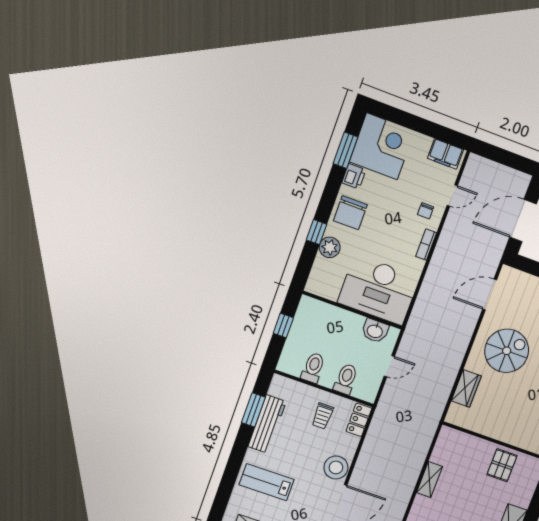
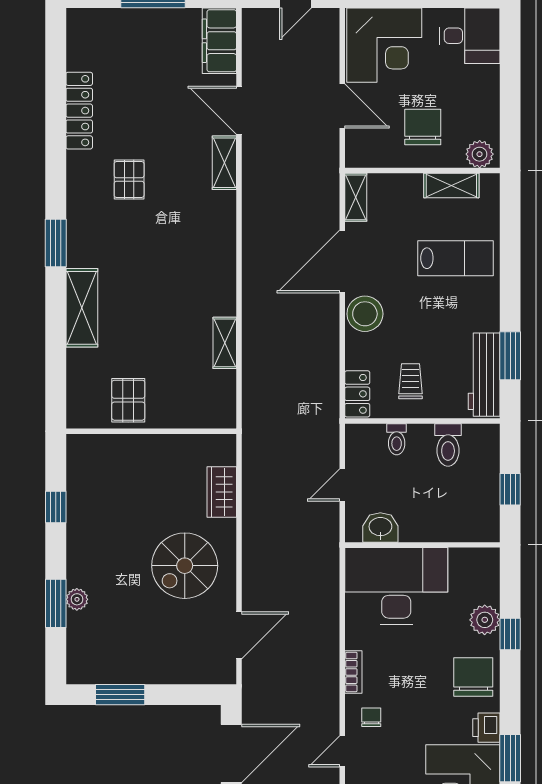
toilet: (346, 379) -> (397, 439), width x0.73, depth x0.72
workbench: (267, 424) -> (484, 375), moved

